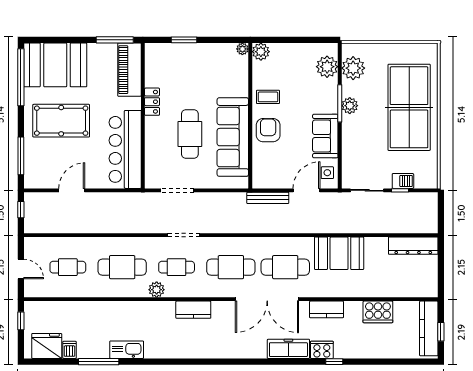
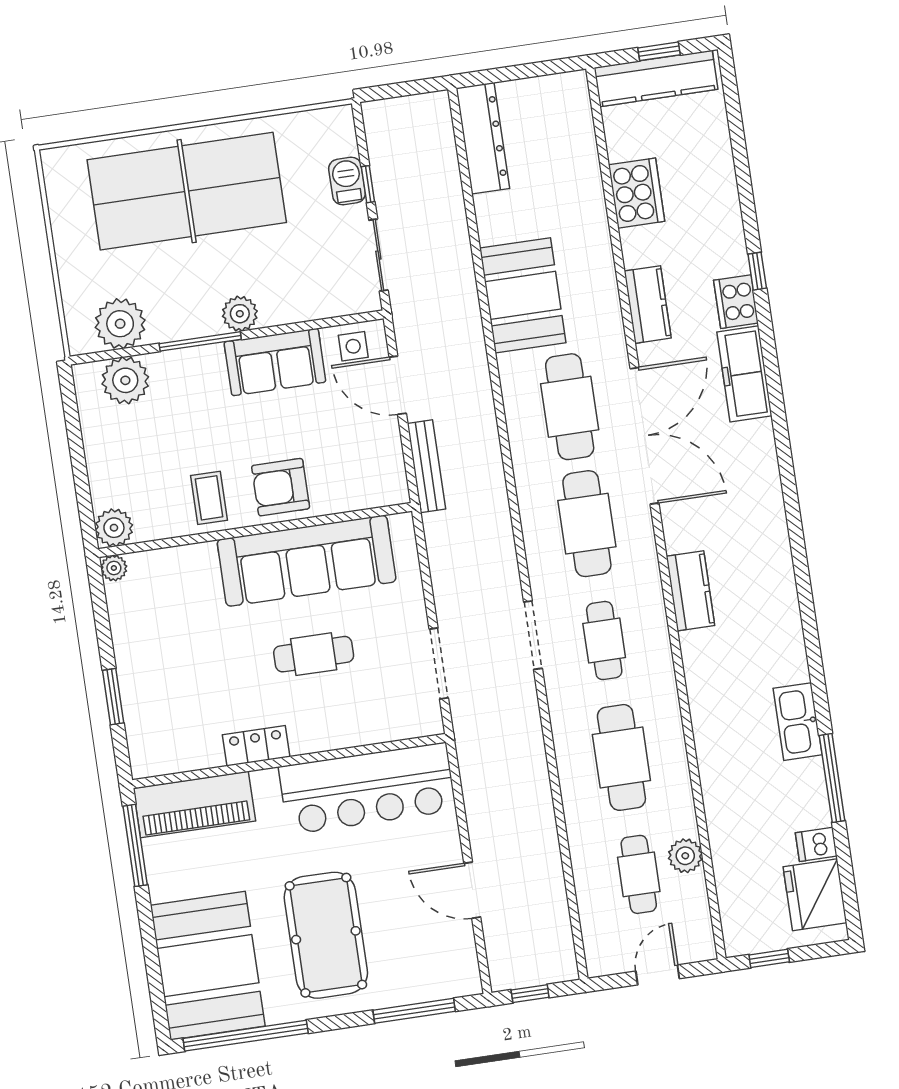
plant: (350, 106) -> (240, 314), moved
cafe table: (190, 134) -> (314, 654), width x0.73, depth x0.74
plant: (157, 290) -> (685, 856), moved

